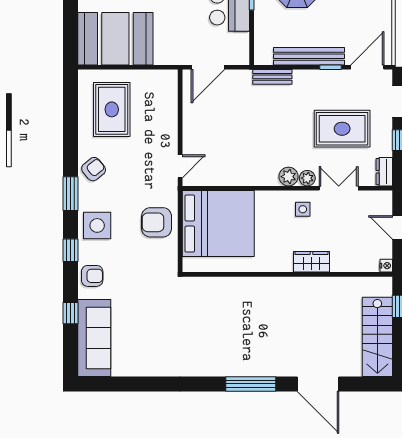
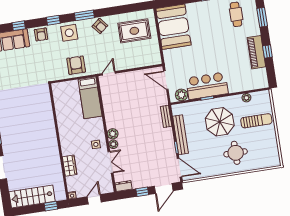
plant: (239, 44) -> (181, 95), added
rug: (342, 129) -> (144, 159), removed
door: (180, 166) -> (109, 73), swing flipped
bed: (218, 224) -> (90, 98), width x0.49
wardrobe: (311, 262) -> (70, 166), moved

